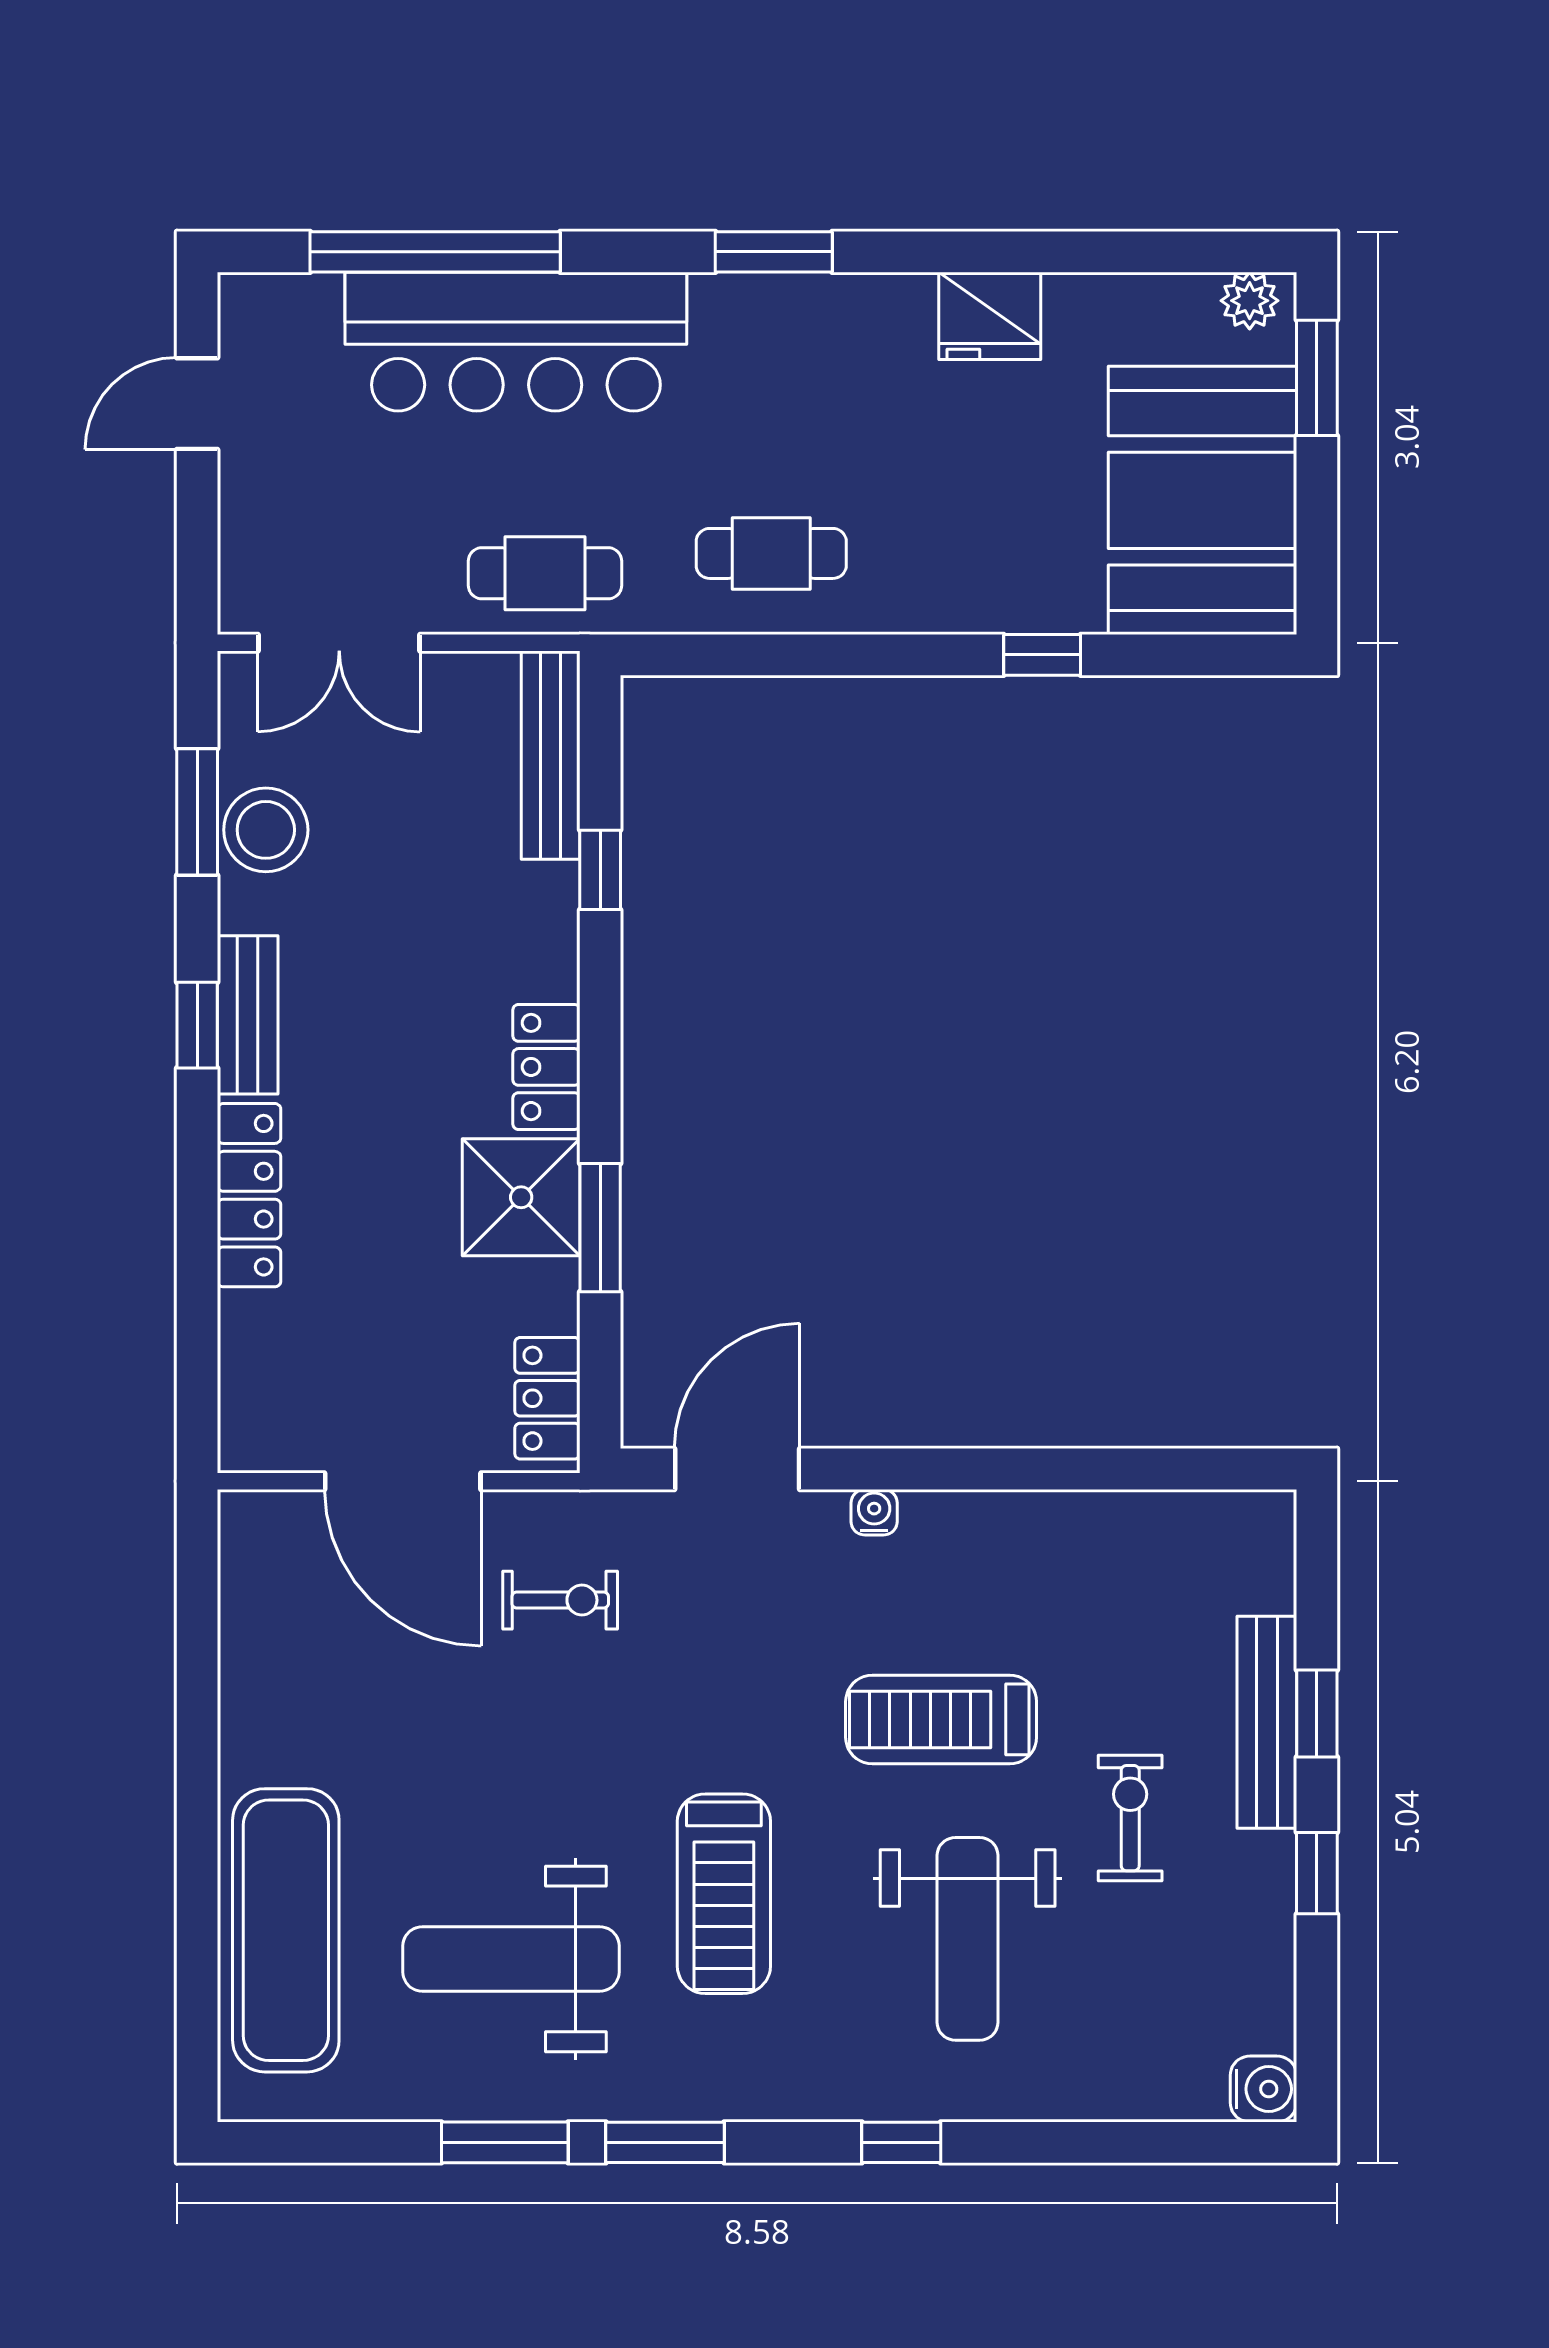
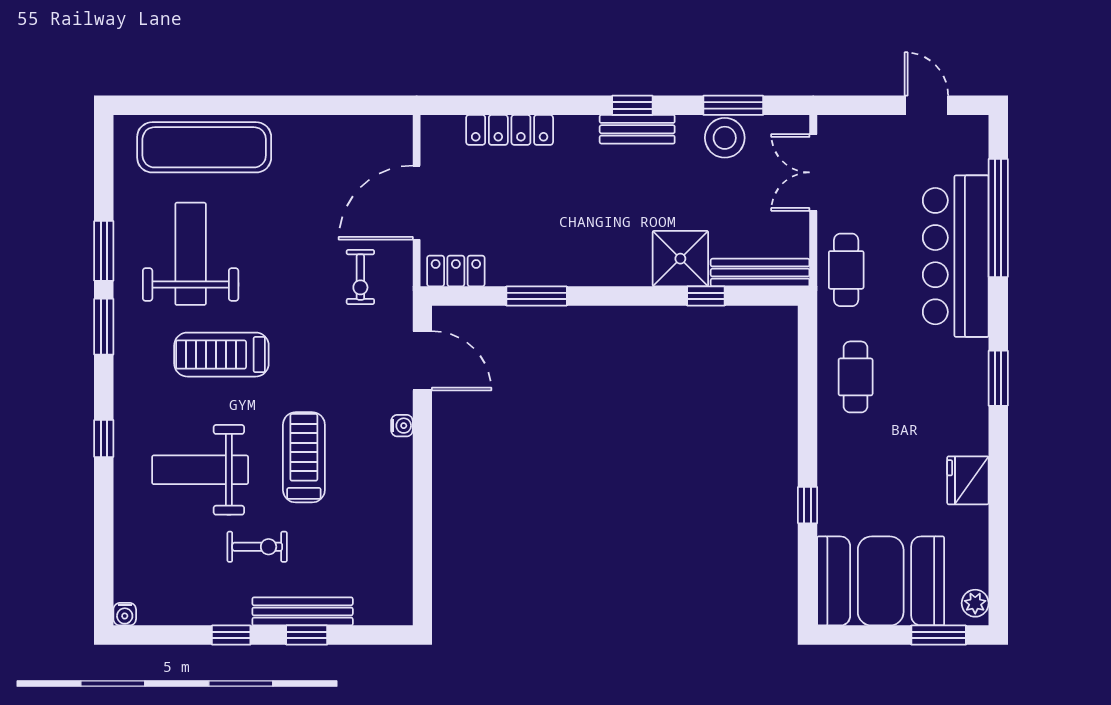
locker: (546, 1067) -> (613, 271), removed
locker: (249, 1195) -> (510, 130), moved
shower: (521, 1197) -> (680, 259), moved
water cooler: (1263, 2089) -> (125, 614), width x0.72, depth x0.72

